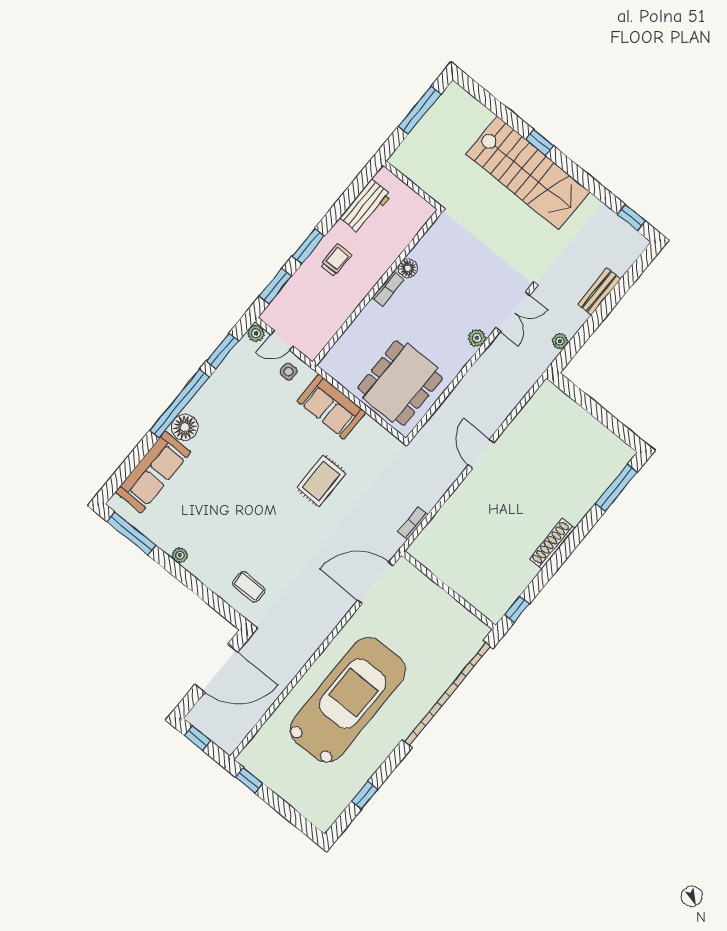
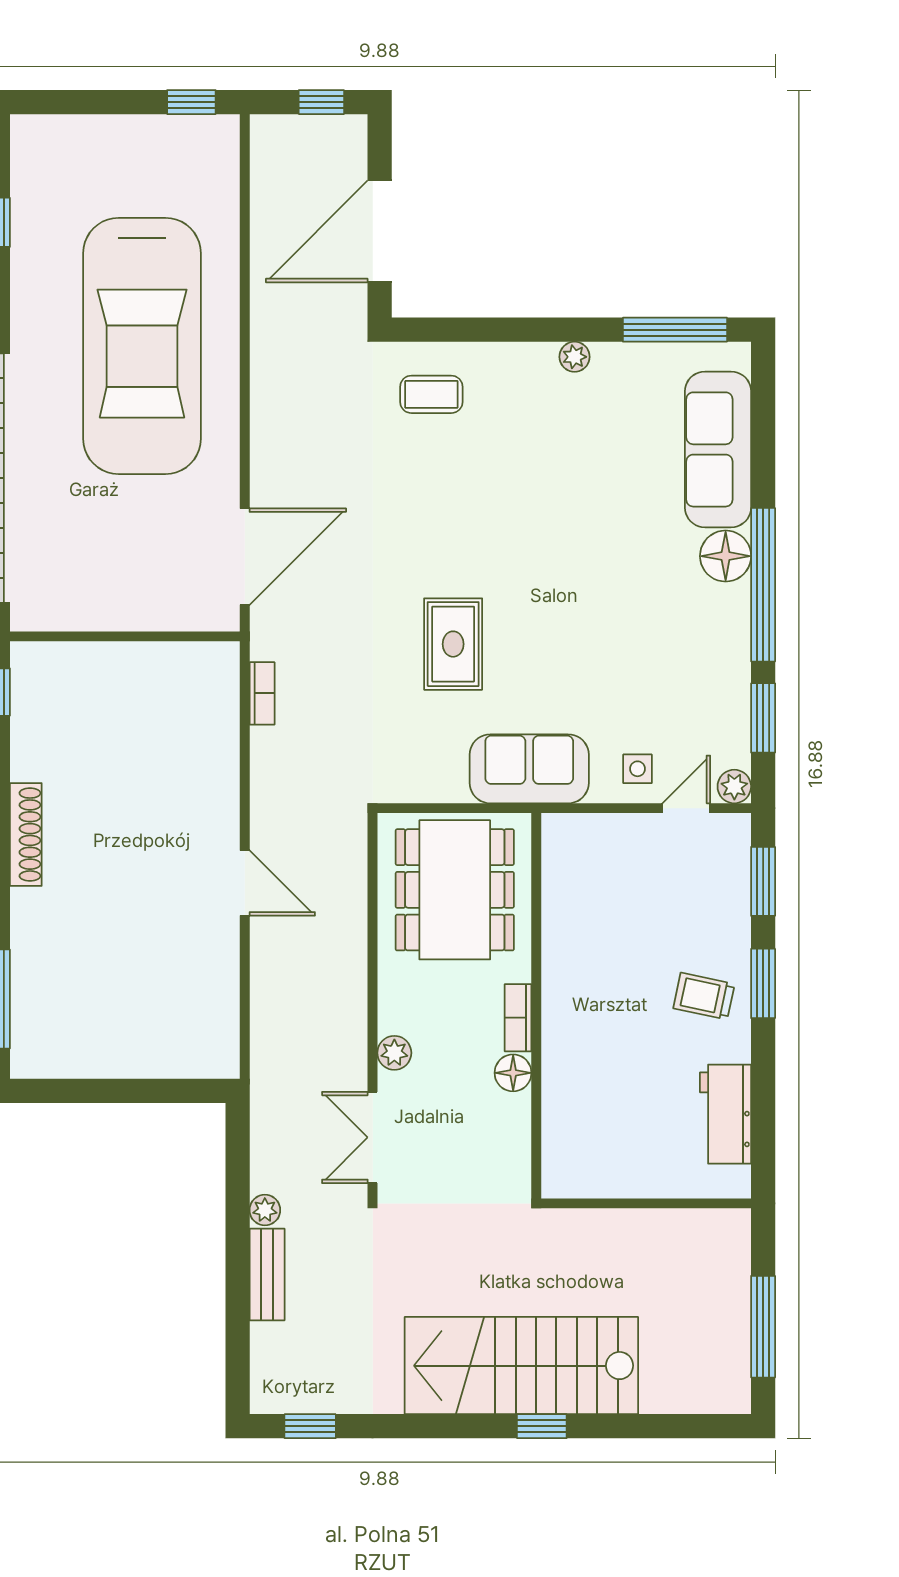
trolley: (336, 260) -> (704, 996), turned 102
floor lamp: (408, 268) -> (513, 1073), moved
wall: (377, 287) -> (536, 1006), moved
bookcase: (388, 289) -> (518, 1018), moved
plant: (560, 341) -> (265, 1210), moved

